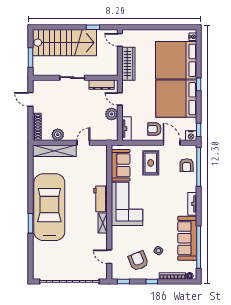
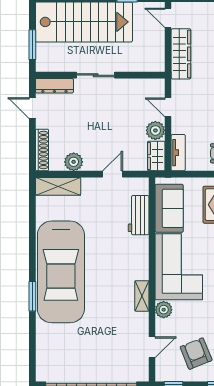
dresser: (102, 85) -> (54, 86), moved
wardrobe: (112, 131) -> (156, 156), added
shelving: (54, 151) -> (58, 186), width x0.68
workbench: (101, 199) -> (139, 215), moved
car: (49, 207) -> (61, 272), turned 180
plant: (117, 232) -> (164, 310), added
door: (109, 257) -> (152, 347), swing flipped

